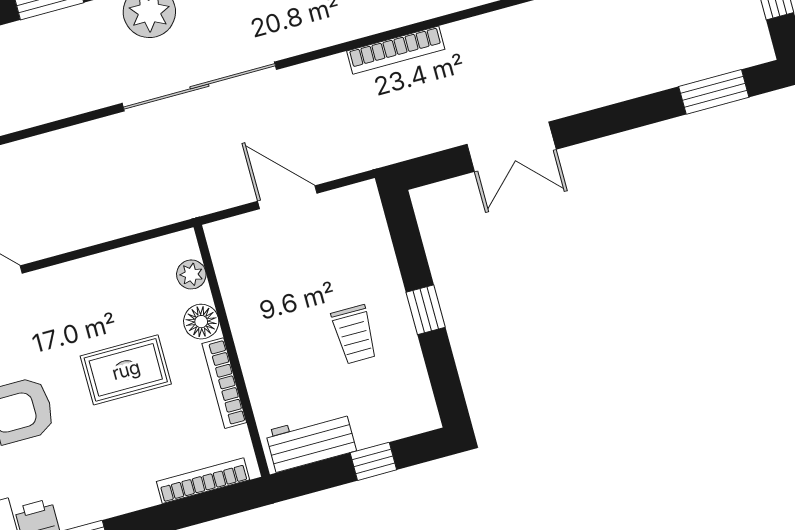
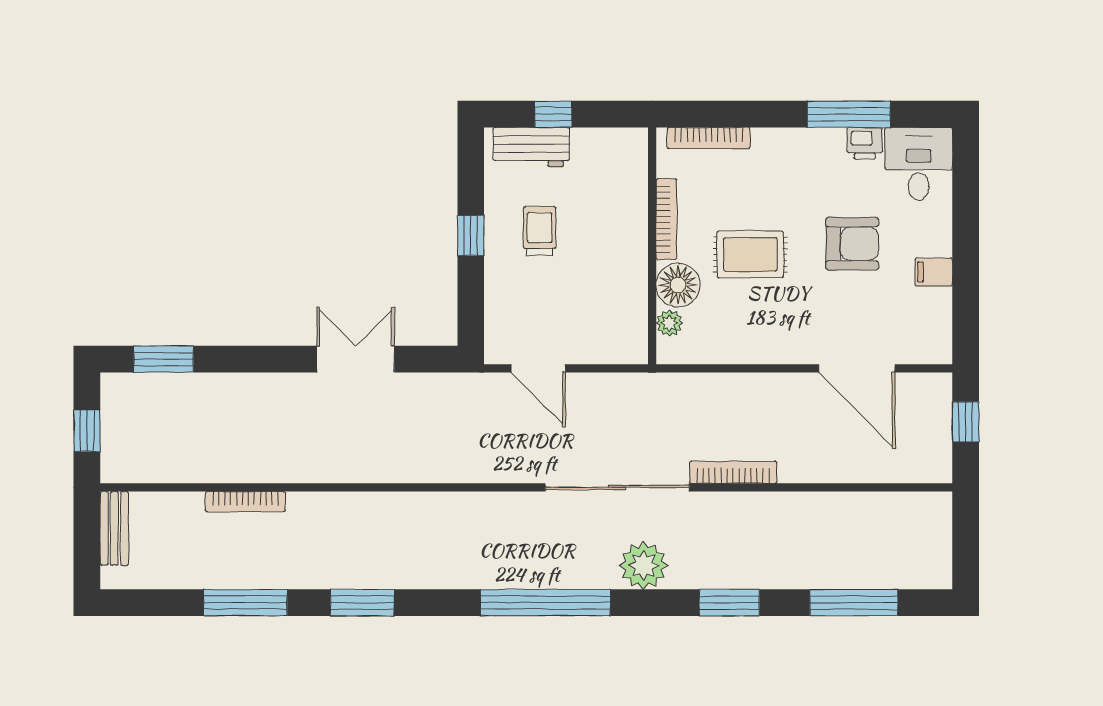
bookcase: (396, 50) -> (733, 472), moved
door: (287, 197) -> (538, 368), moved
floor lamp: (201, 322) -> (678, 285), width x1.38, depth x1.38
workbench: (311, 441) -> (531, 147), moved

